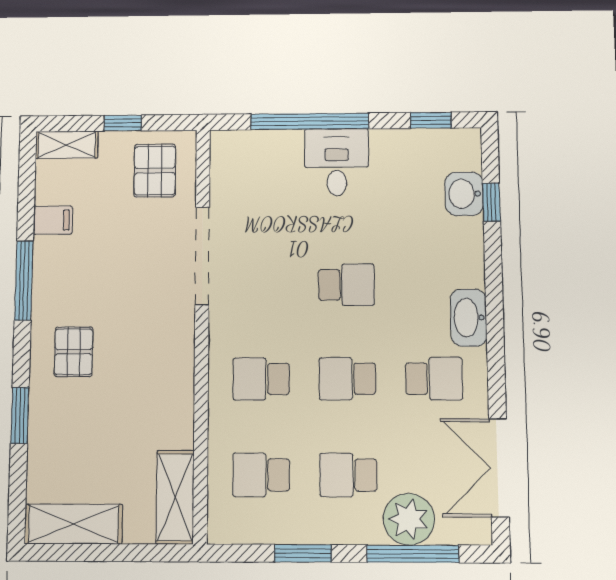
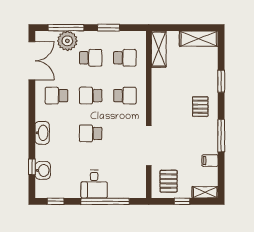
washbasin: (469, 318) -> (42, 133), moved
school desk: (347, 379) -> (91, 96), turned 180

